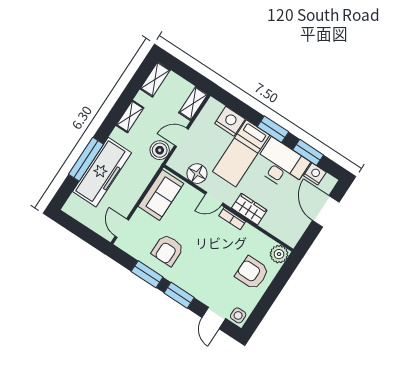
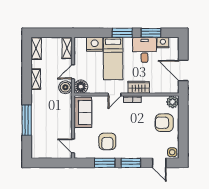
desk: (281, 164) -> (144, 50), width x0.73
freezer: (102, 172) -> (41, 121), removed
floor lamp: (197, 174) -> (81, 87), moved
door: (326, 211) -> (183, 71), moved

